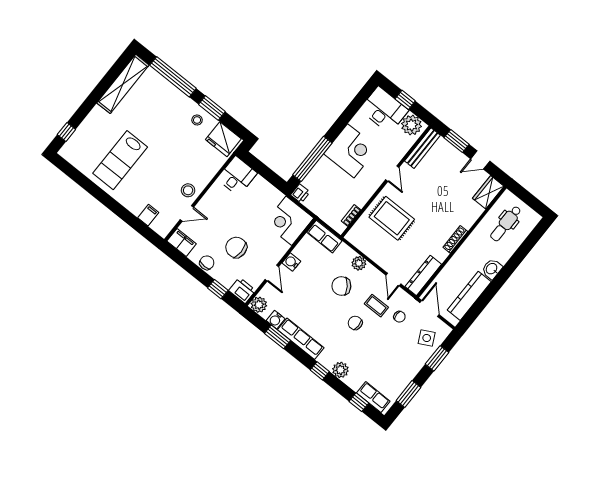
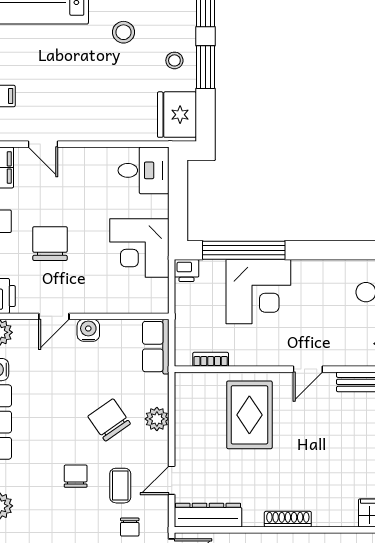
corner desk: (351, 151) -> (258, 292), moved
stool: (188, 190) -> (124, 32), moved
corner desk: (289, 221) -> (139, 248), moved, turned -90

